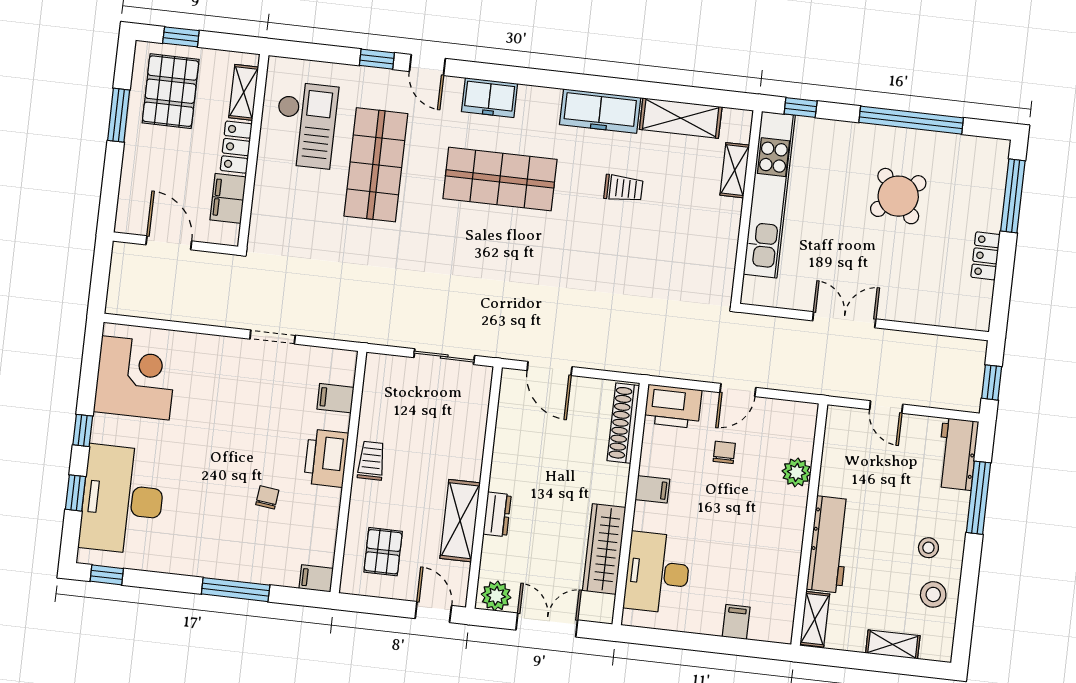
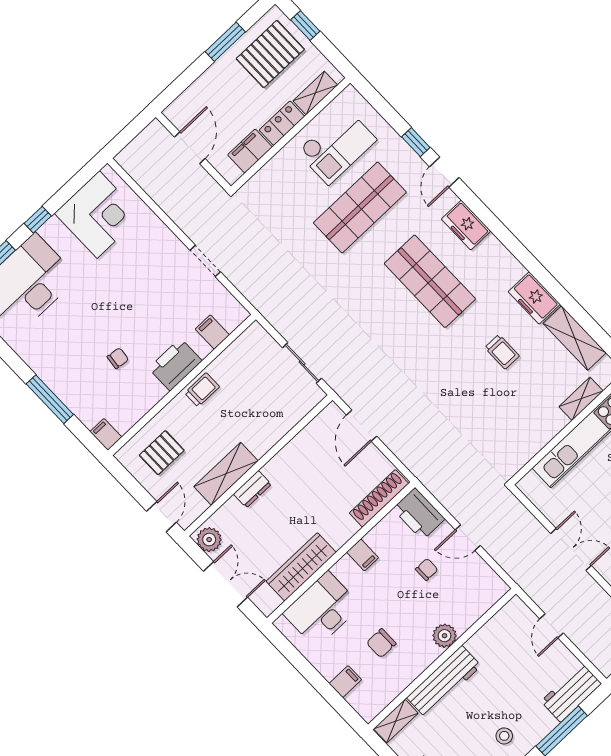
freezer: (600, 111) -> (534, 298), width x0.71
plant: (796, 472) -> (445, 636), moved
chair: (740, 558) -> (381, 643), added

